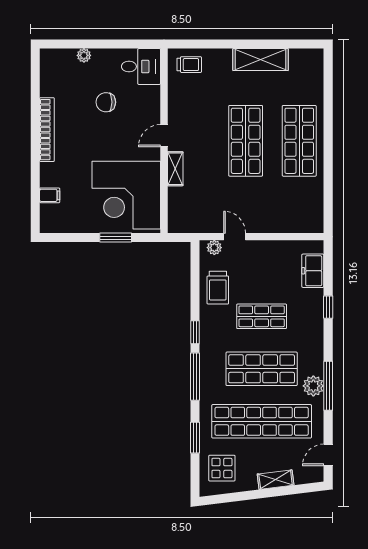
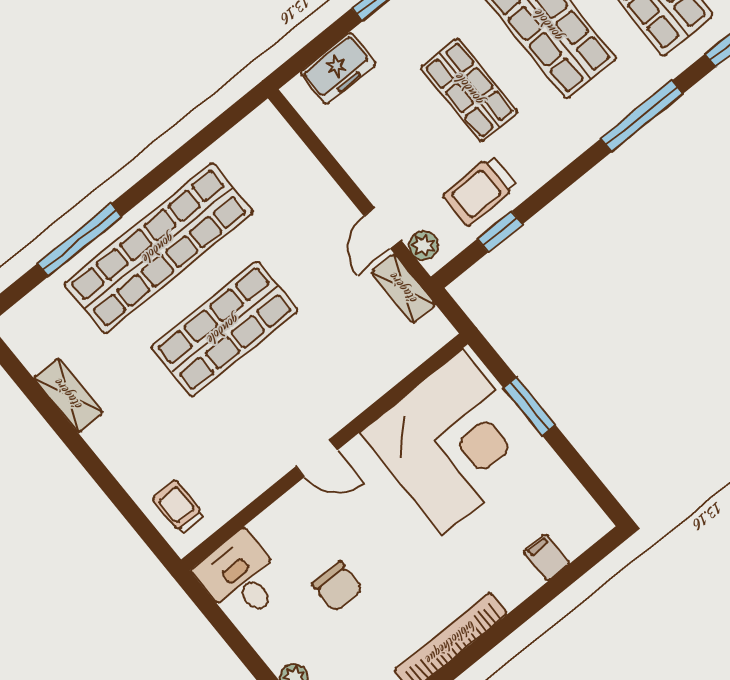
shelving: (261, 60) -> (68, 395), width x0.67, depth x0.75
window: (328, 112) -> (80, 240), added
shop shelf: (299, 141) -> (159, 248), width x1.40
shelving: (175, 169) -> (403, 289), moved, turned 90
trolley: (218, 288) -> (480, 191), turned 180
window: (195, 332) -> (500, 232), moved

